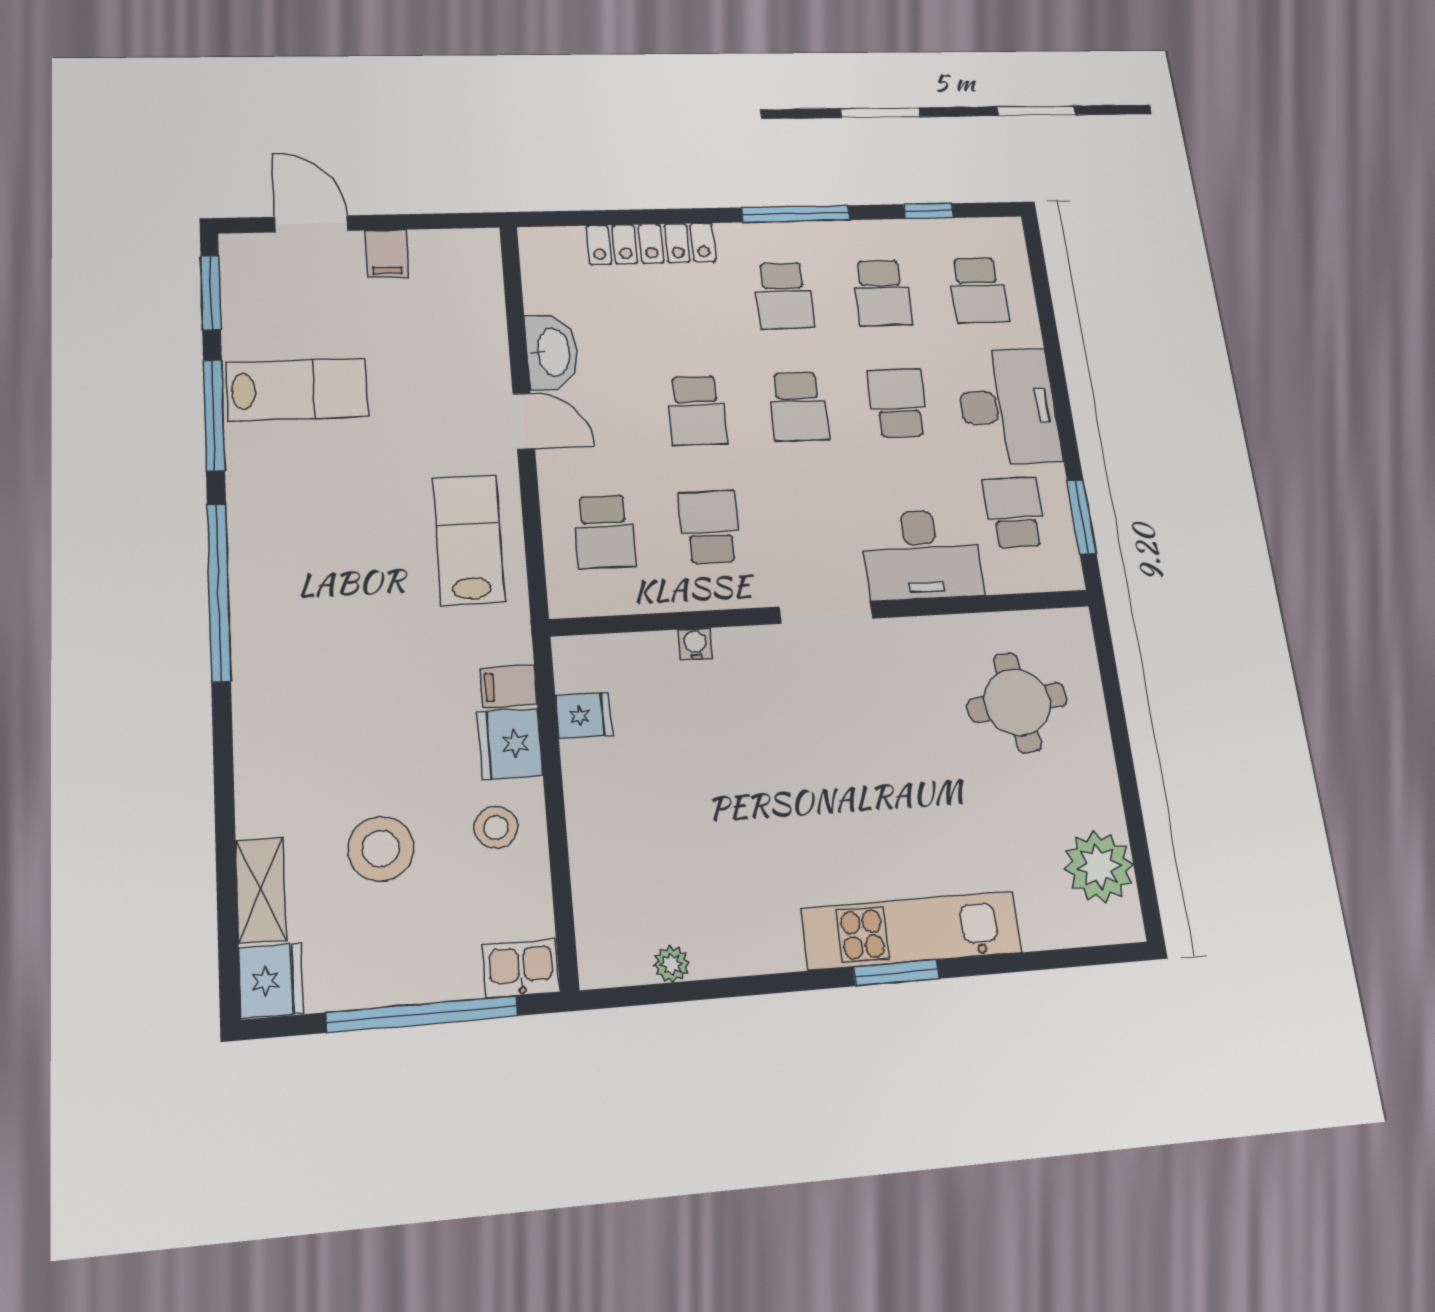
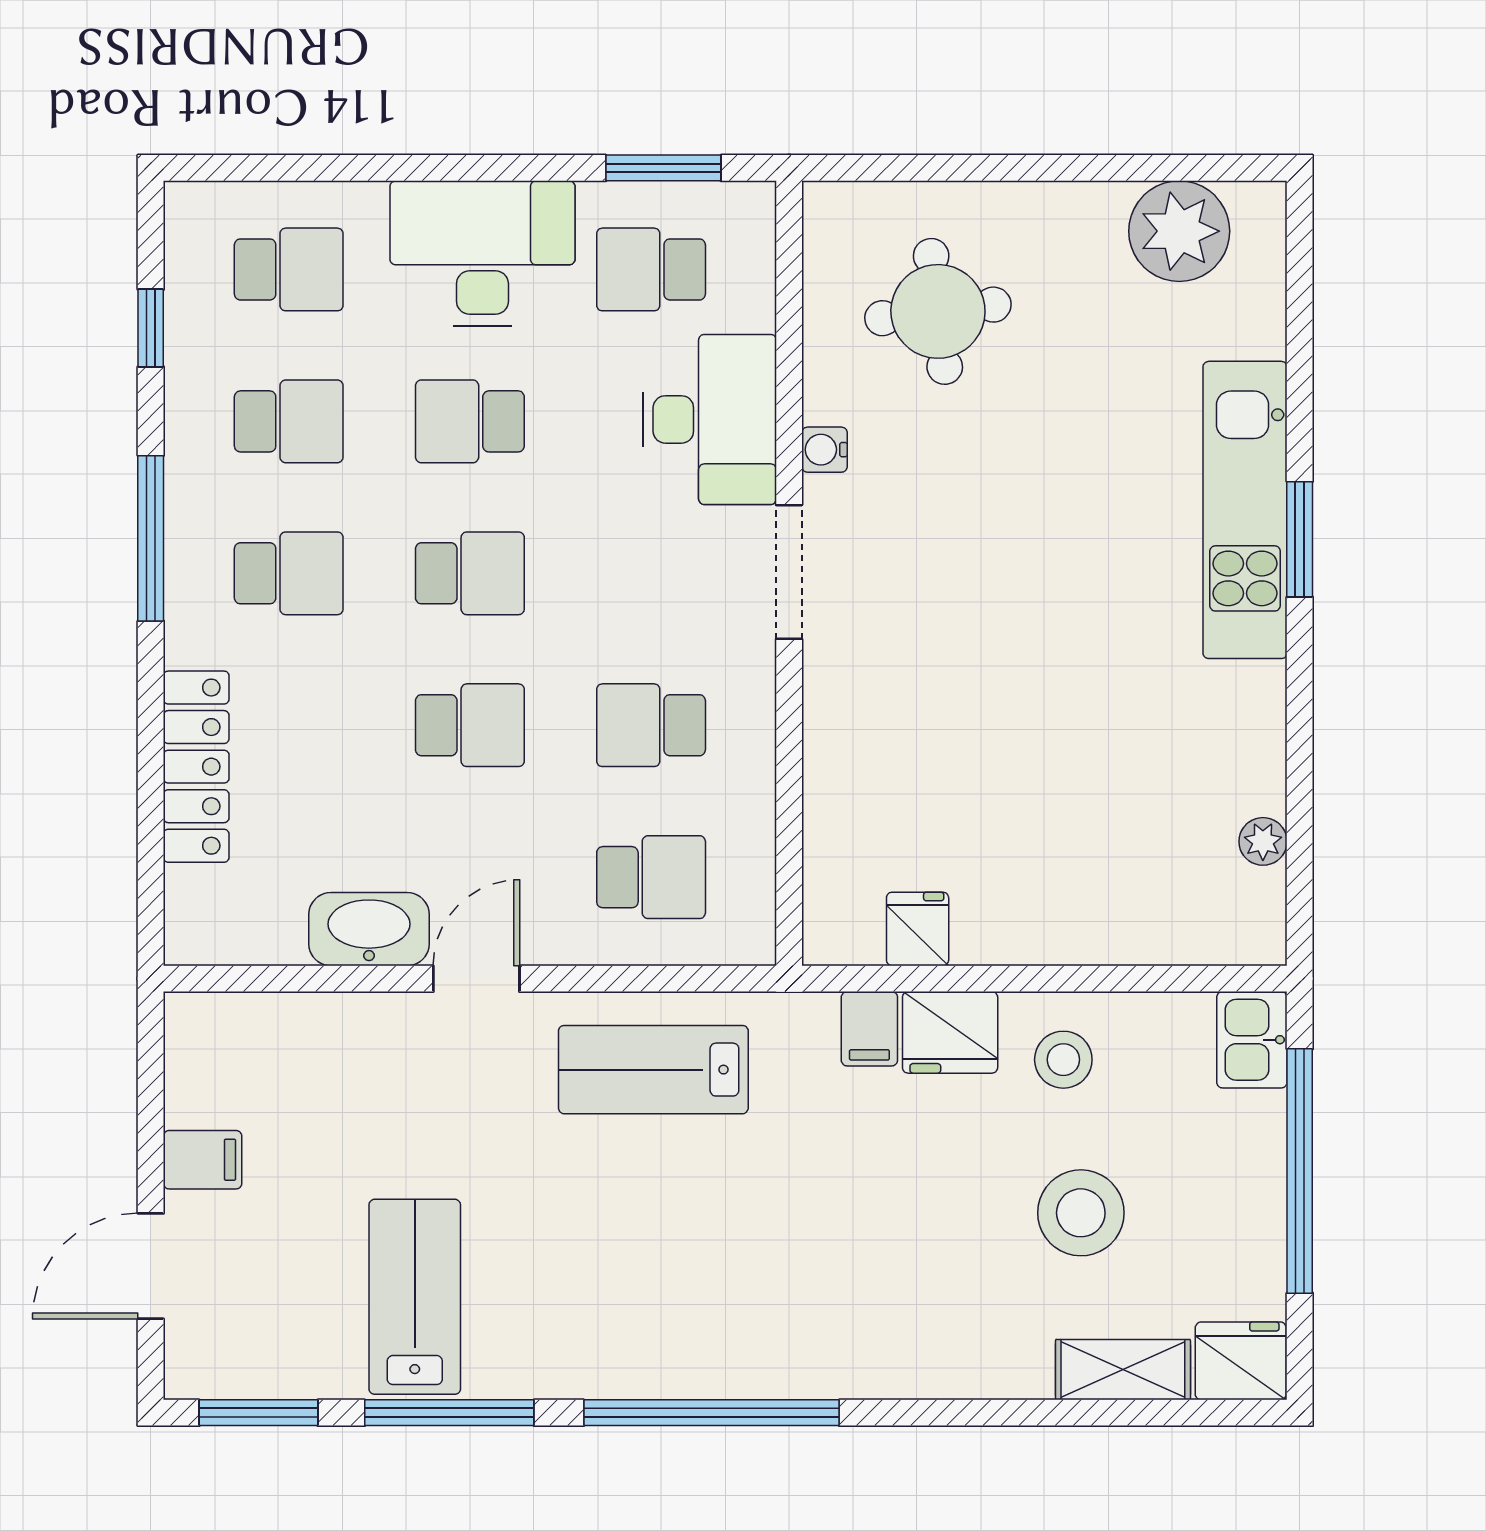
water cooler: (695, 644) -> (824, 450), moved

